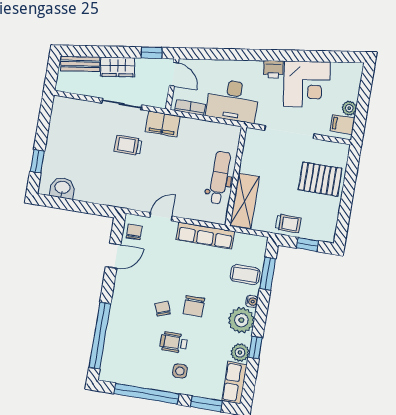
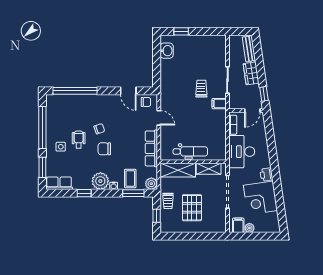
filing cabinet: (163, 124) -> (219, 104), width x0.50
shelving: (250, 154) -> (209, 169), added
pallet: (320, 179) -> (192, 208), moved
plant: (240, 353) -> (151, 184), moved

